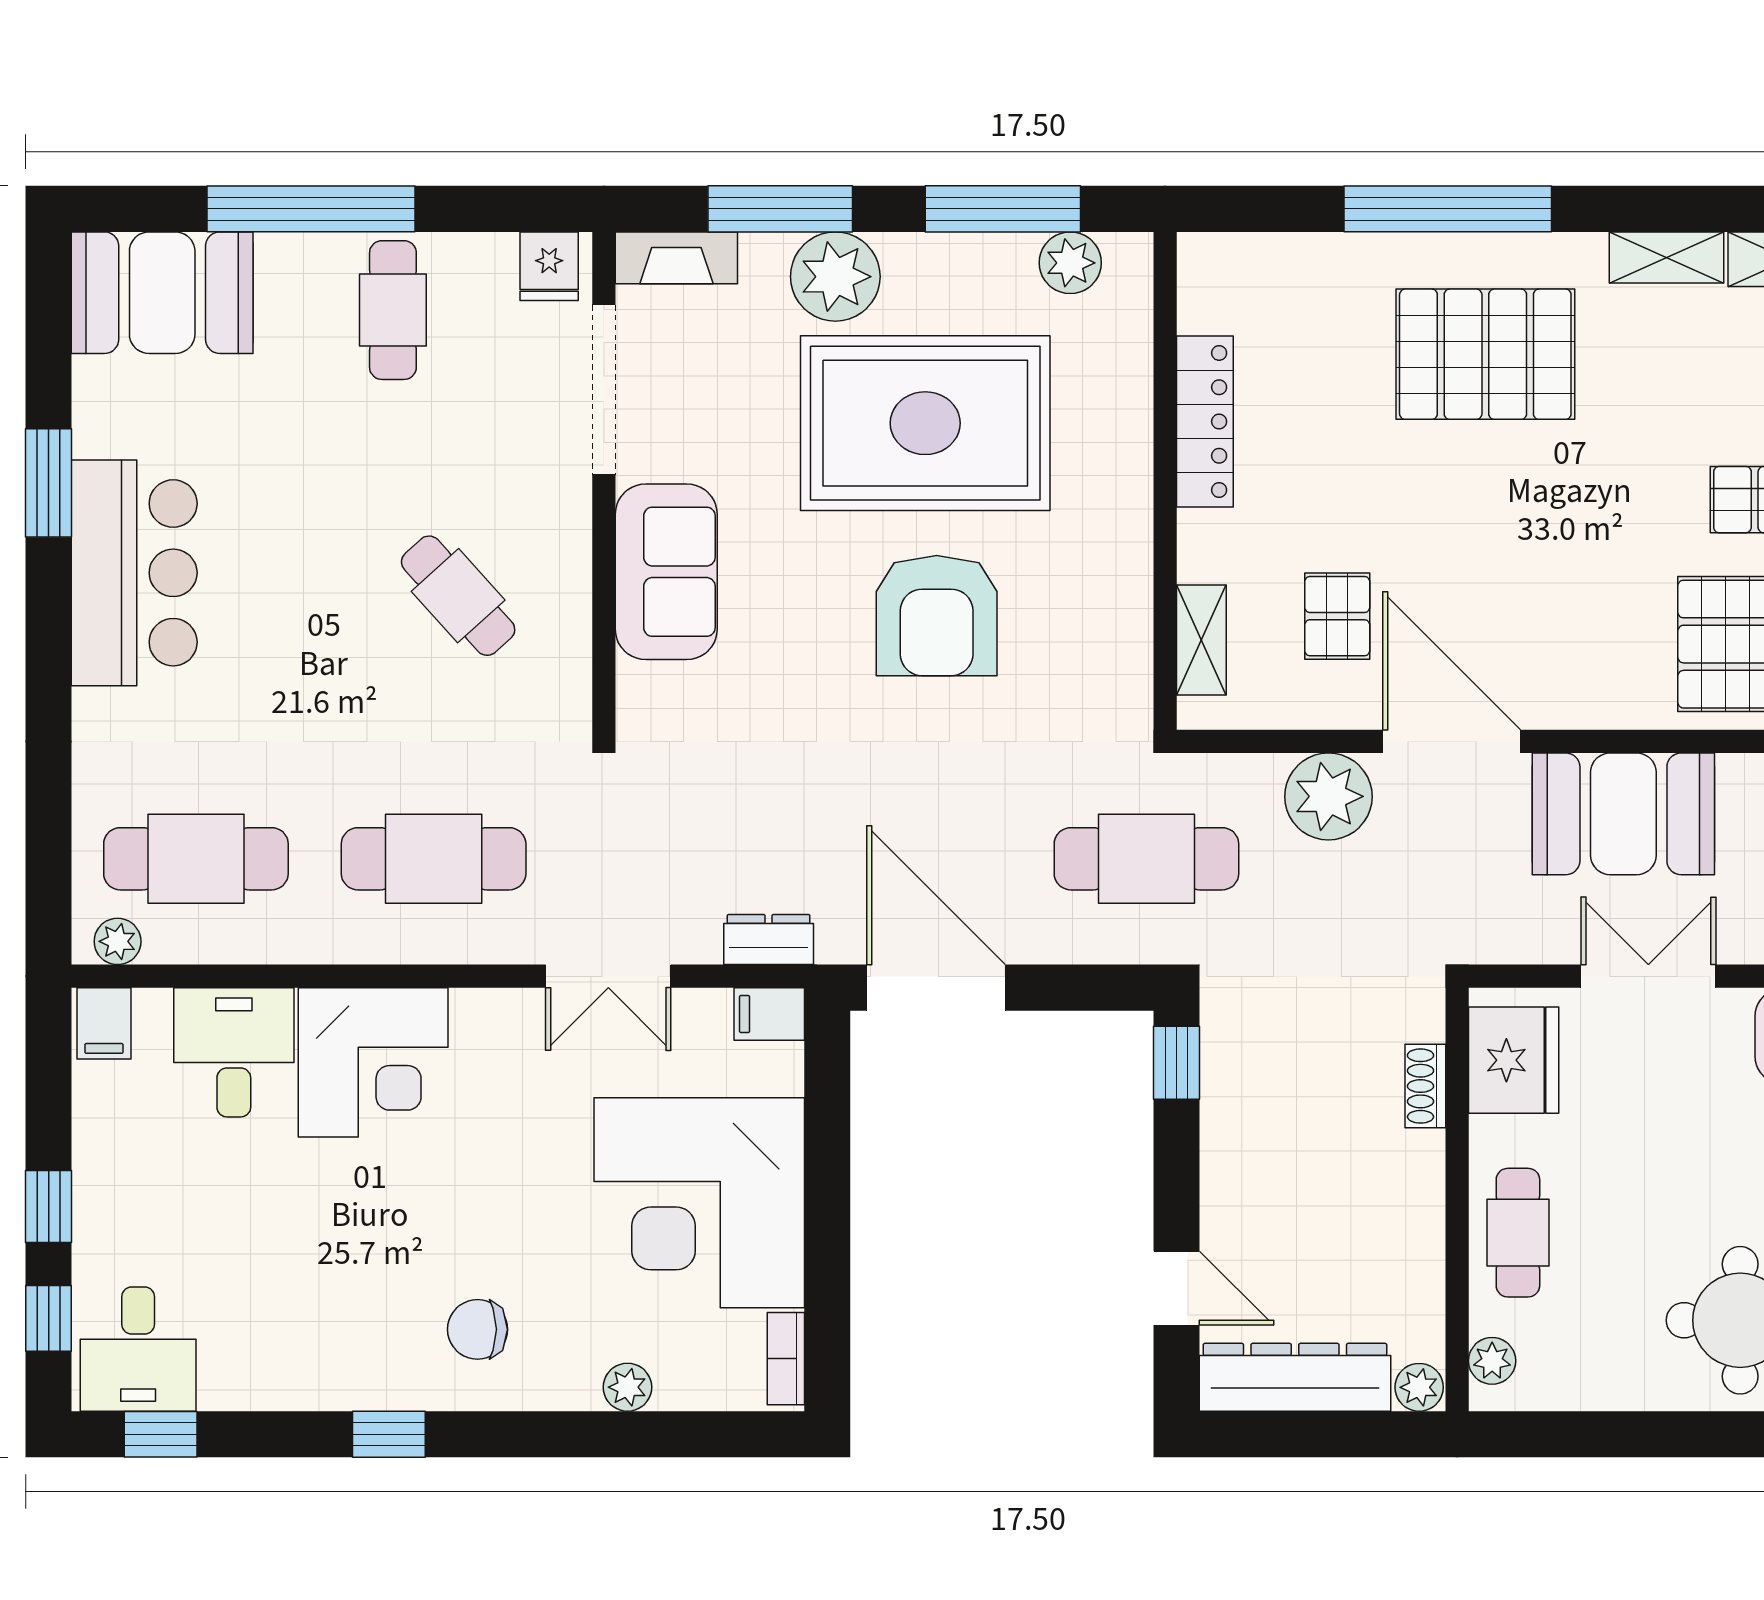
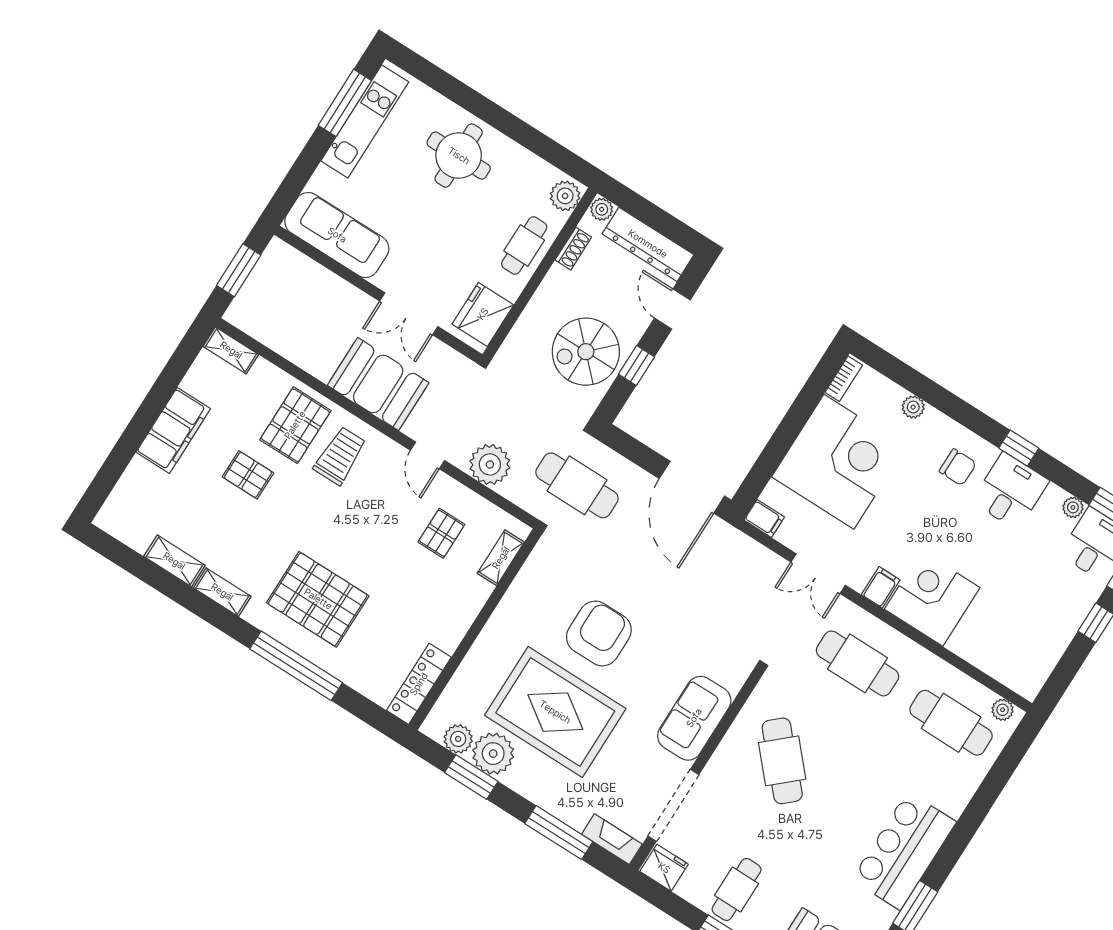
window: (1003, 209) -> (471, 777), width x0.69
fridge: (549, 266) -> (664, 868), width x1.38
plant: (835, 277) -> (493, 754), moved
locker: (1205, 421) -> (419, 684), moved
cafe table: (458, 596) -> (782, 761), width x1.37, depth x1.35
trolley: (1610, 640) -> (340, 456), added
door: (1452, 741) -> (428, 455), width x0.53
dresser: (769, 940) -> (746, 548), removed
double door: (608, 976) -> (818, 574), swing flipped
filing cabinet: (104, 1023) -> (881, 587), moved
desk: (234, 1052) -> (1010, 491), moved, turned 180
window: (1177, 1063) -> (636, 365), moved
shoe rack: (1425, 1086) -> (573, 249), moved
spiral stairs: (1284, 1111) -> (586, 352), added
plant: (1492, 1361) -> (565, 196), width x1.38, depth x1.38
plant: (223, 1389) -> (1073, 507), added

